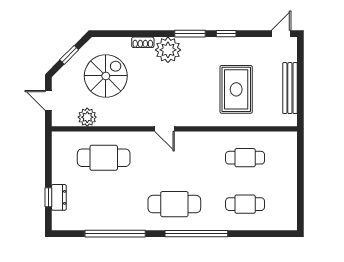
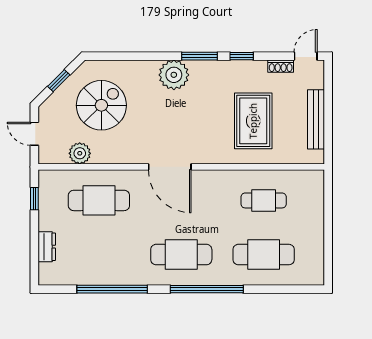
shoe rack: (143, 42) -> (281, 66), moved
door: (164, 129) -> (170, 167), width x1.88
window: (48, 197) -> (34, 199), moved
cafe table: (245, 204) -> (264, 255), width x1.37, depth x1.35

